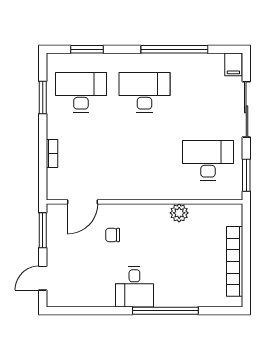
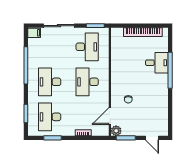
desk: (144, 160) -> (87, 82), added
desk: (208, 160) -> (87, 47), turned 180
door: (82, 202) -> (110, 116), swing flipped
plant: (179, 213) -> (116, 131), moved
desk: (134, 287) -> (157, 63), moved

